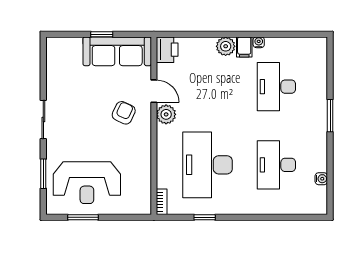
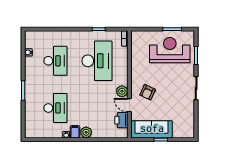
printer: (167, 50) -> (121, 120), moved

